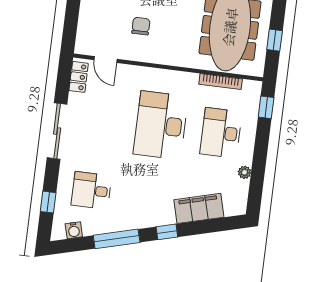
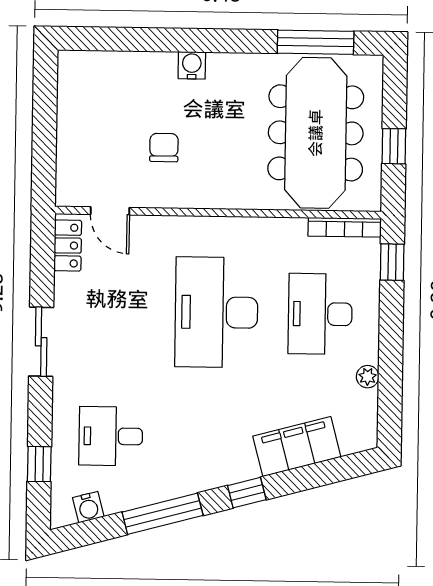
bookcase: (221, 82) -> (344, 227), moved
sliding door: (57, 131) -> (41, 342), width x0.73

